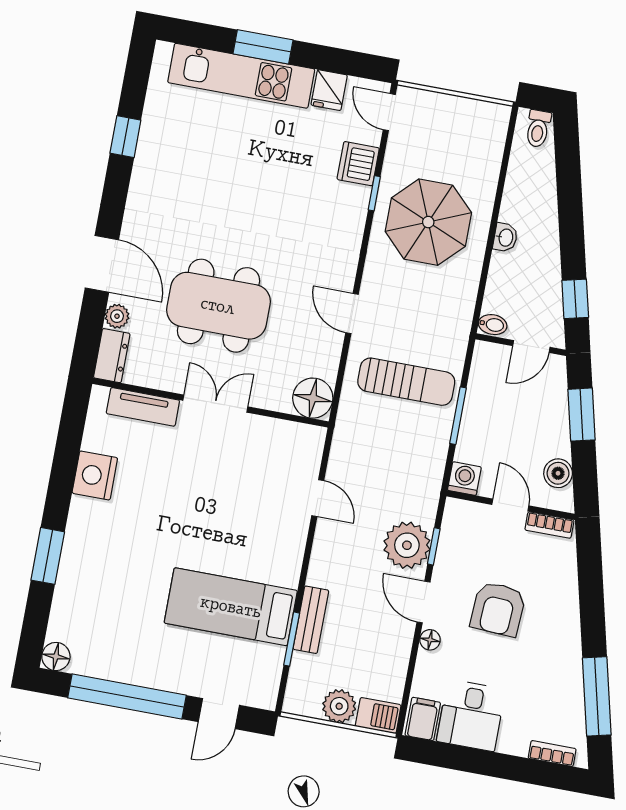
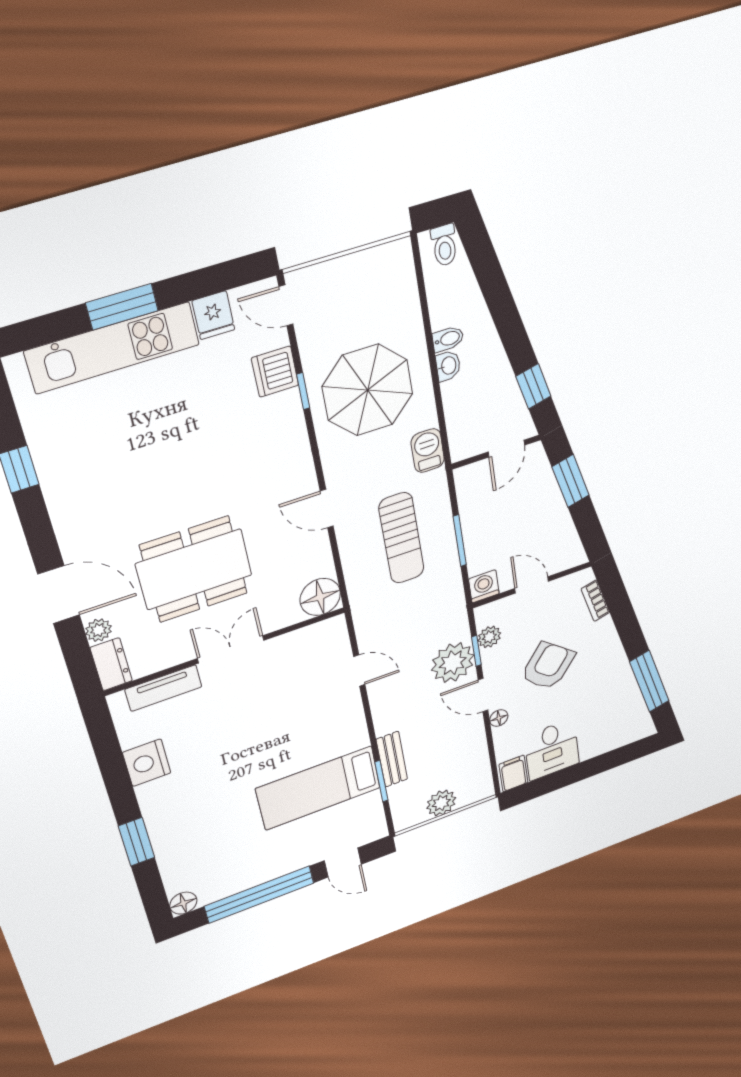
bidet: (493, 325) -> (448, 339), moved
sun lounger: (406, 382) -> (402, 538), turned 90
boiler: (558, 473) -> (565, 538), removed
bookcase: (549, 525) -> (595, 601), moved, turned 76
plant: (451, 538) -> (489, 637), added
armchair: (498, 609) -> (548, 666), turned -144
door: (219, 714) -> (343, 863), hinge flipped
barbecue: (378, 716) -> (428, 451), moved, turned -90
bookcase: (552, 753) -> (626, 738), removed

